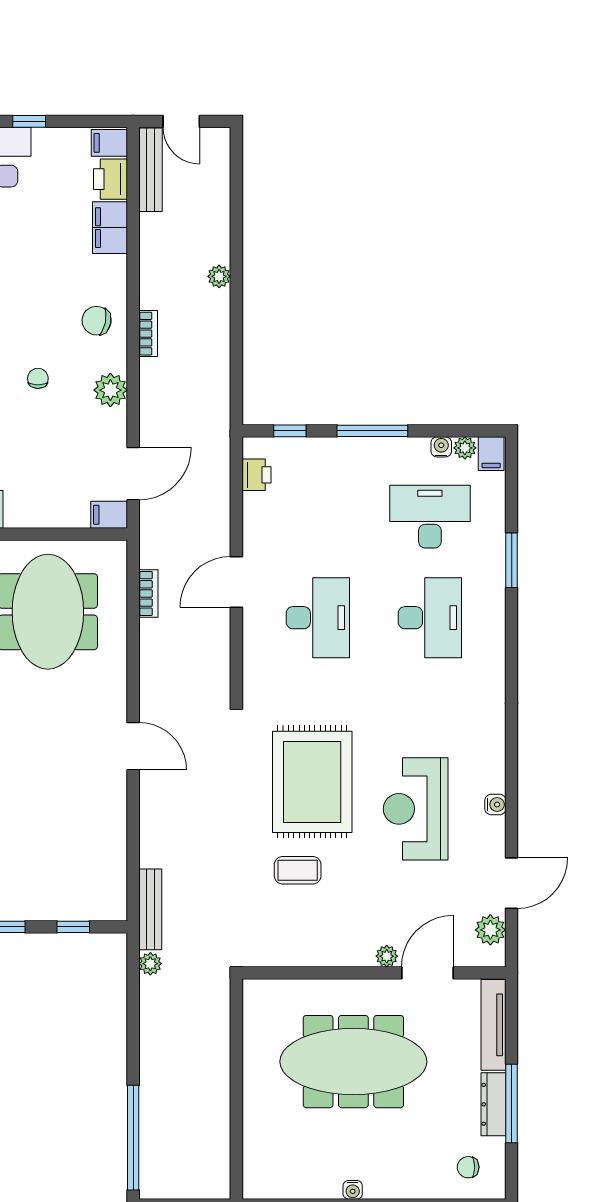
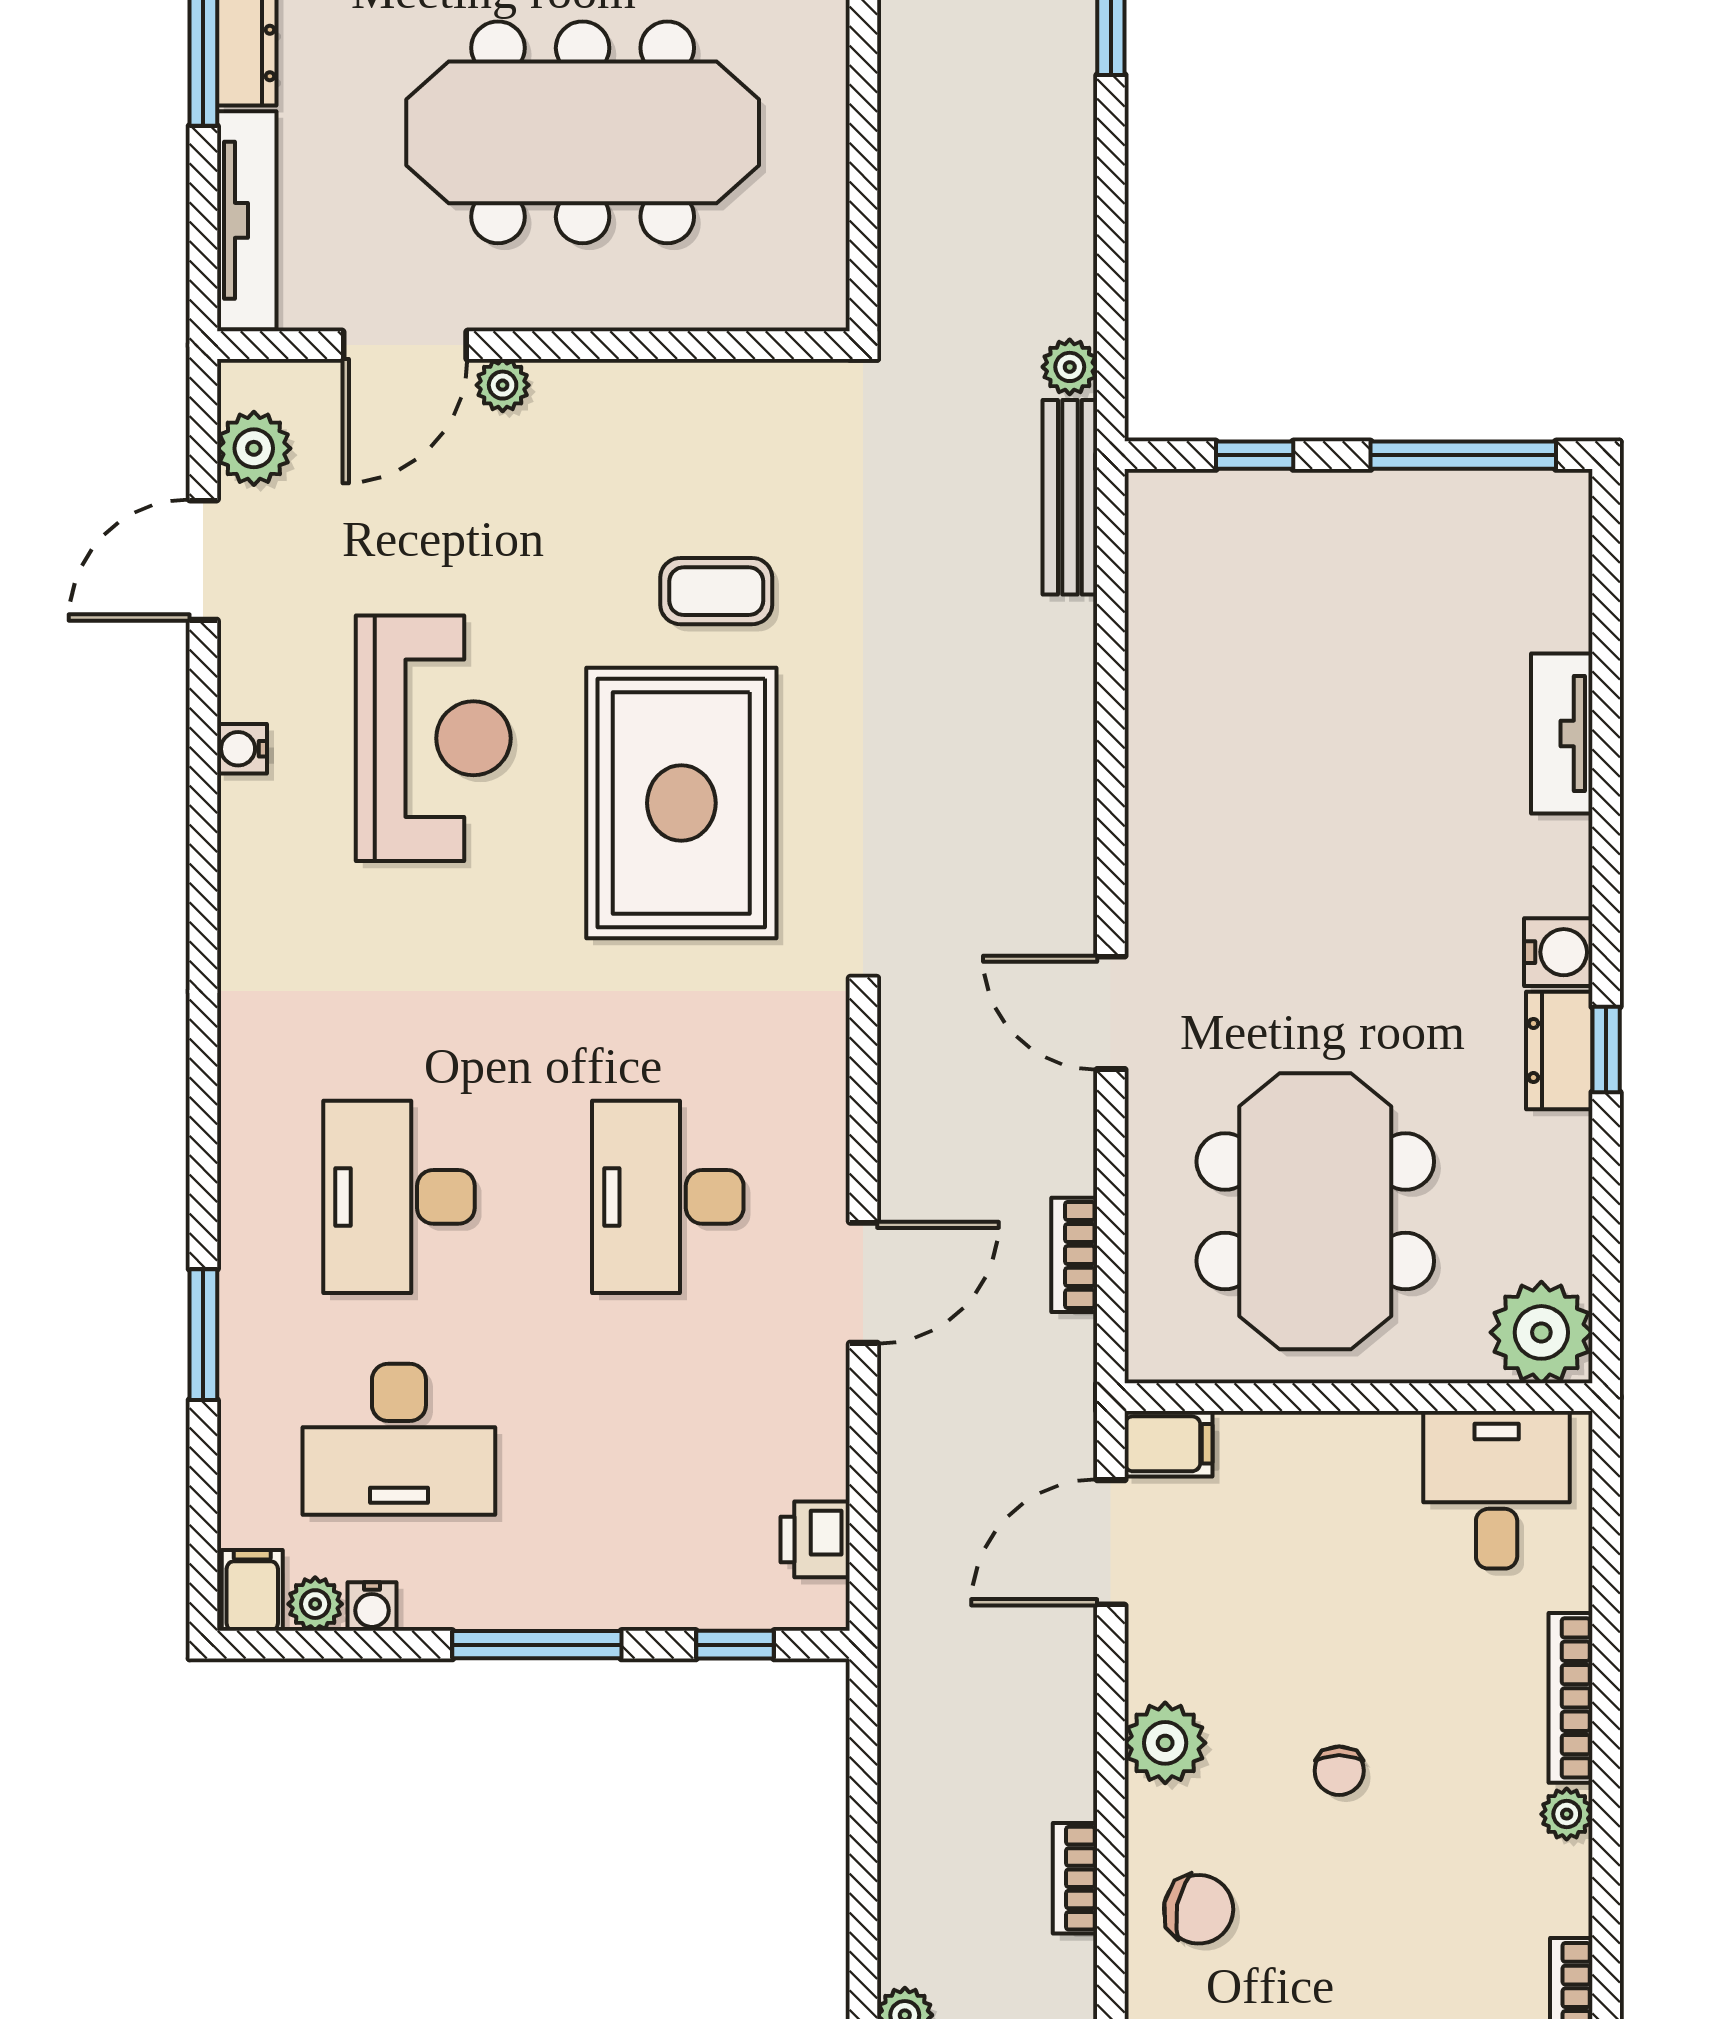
door: (133, 746) -> (1111, 1013), moved

